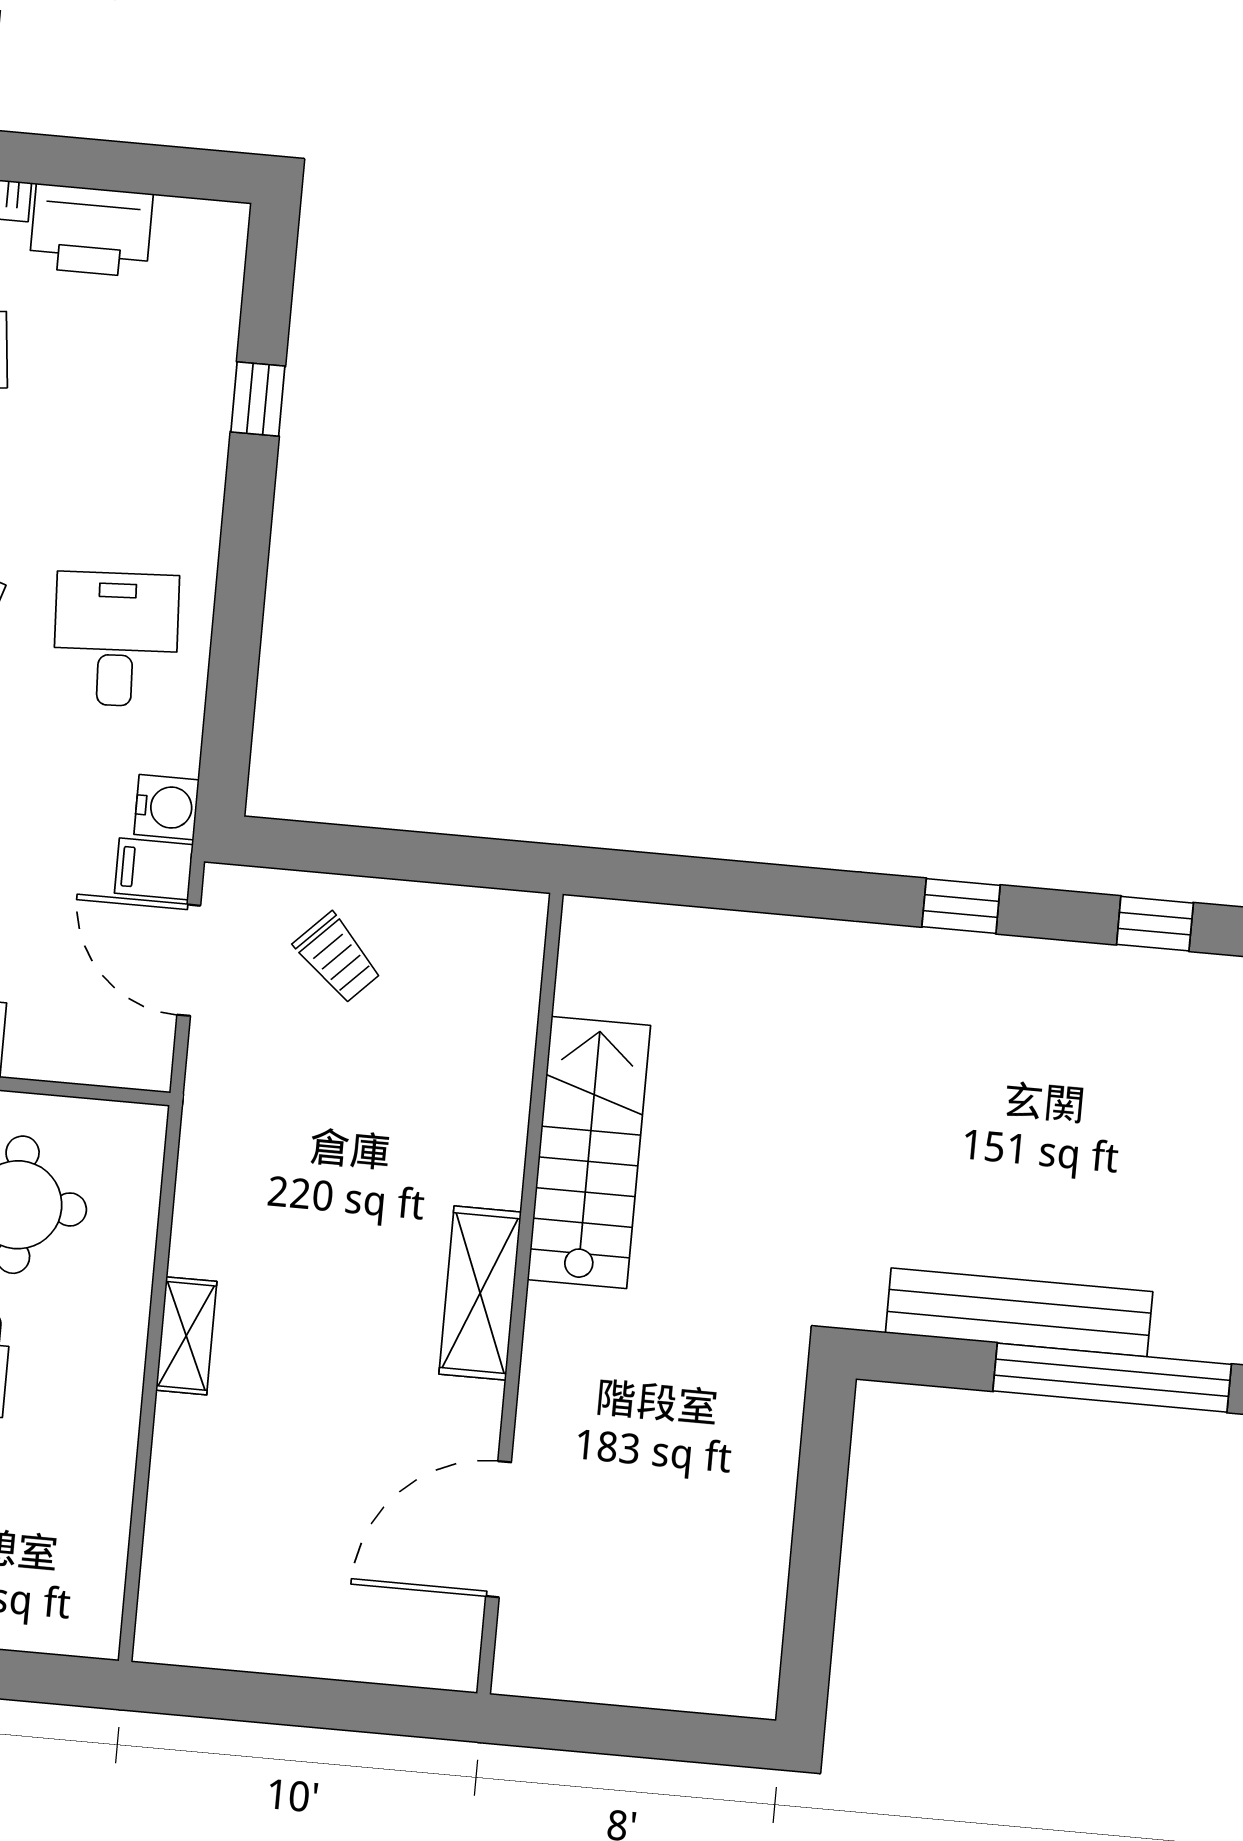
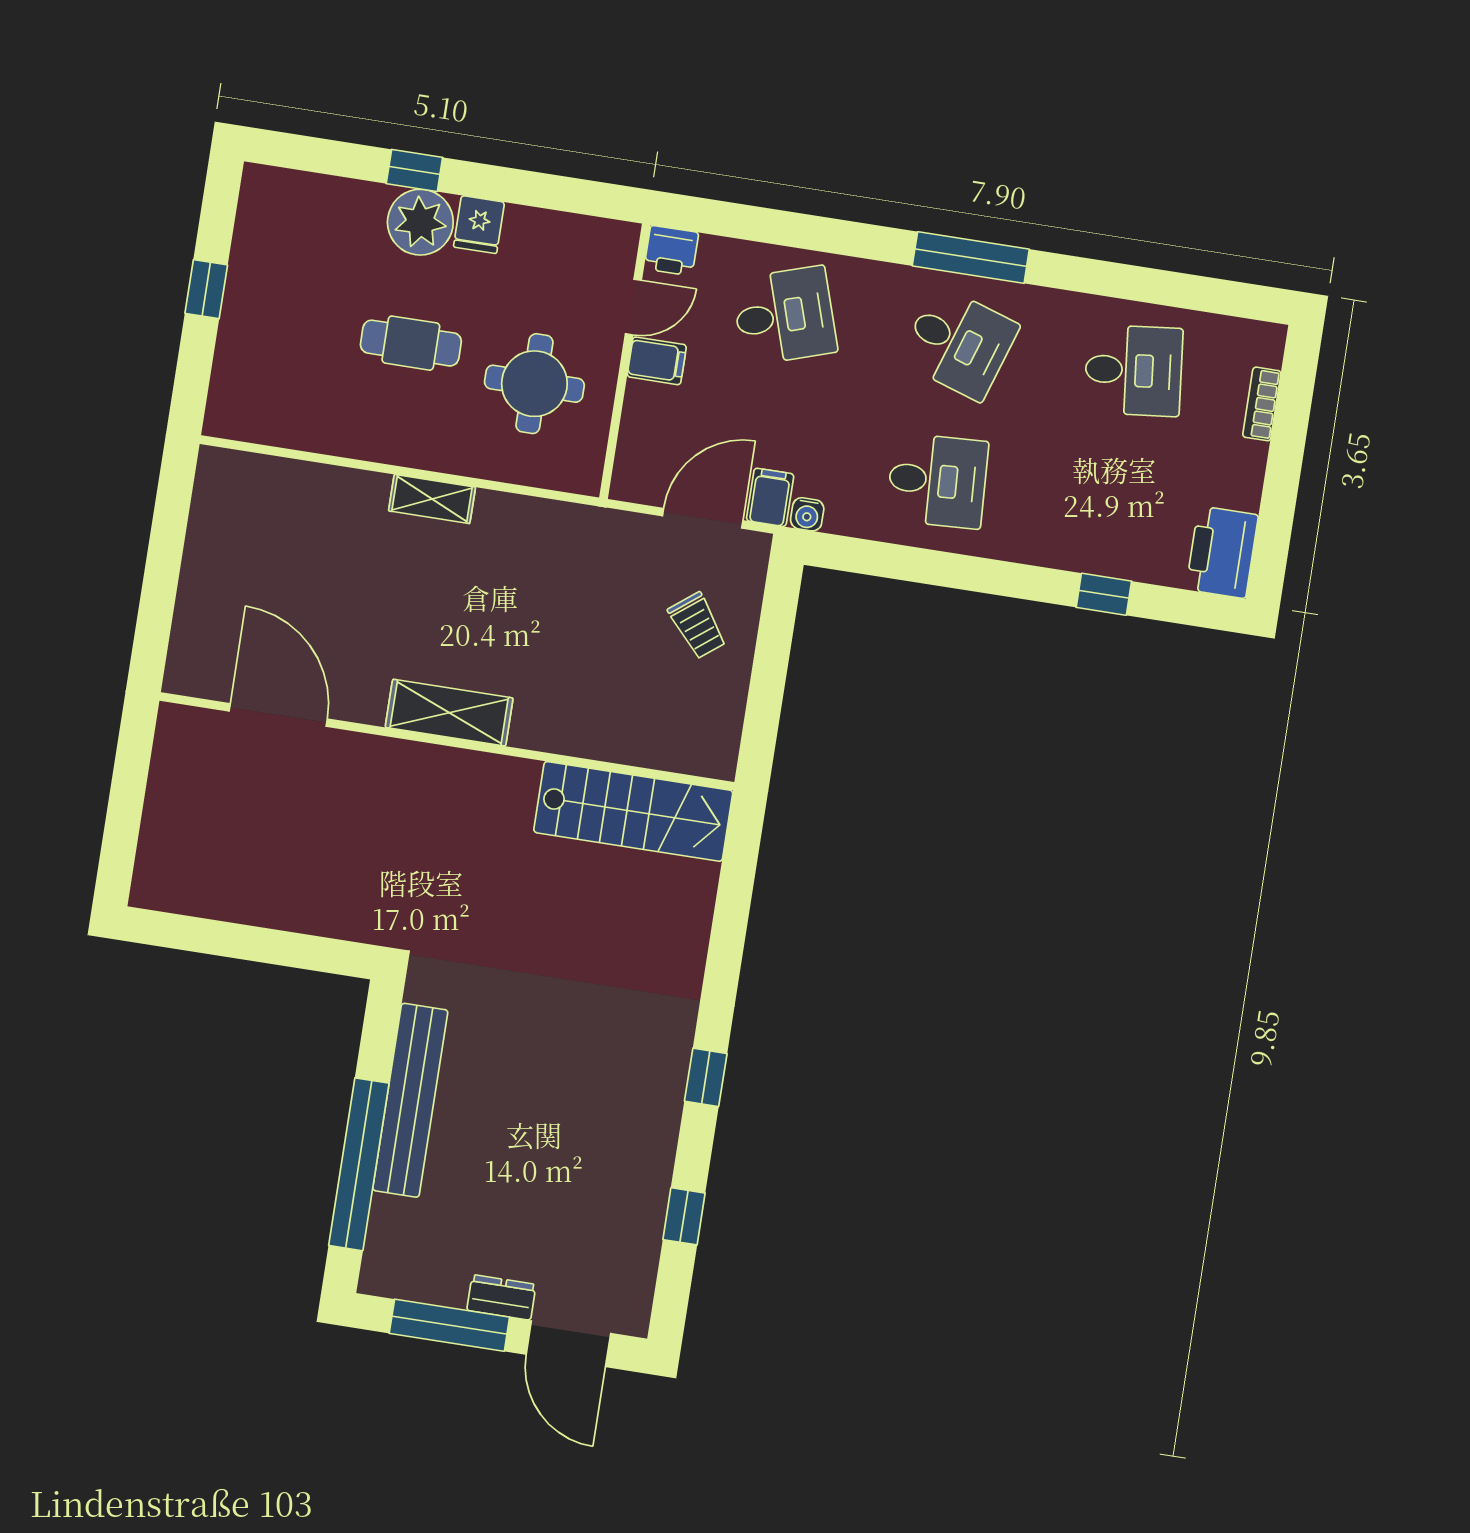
printer: (91, 231) -> (1222, 552), moved
water cooler: (166, 807) -> (807, 514), width x0.72, depth x0.72
trolley: (338, 958) -> (697, 626), turned -83
stairs: (589, 1153) -> (633, 811), moved

